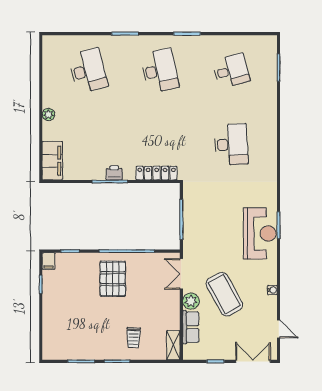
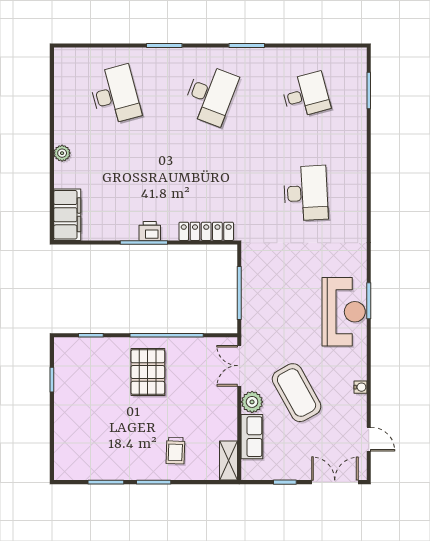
desk: (160, 71) -> (210, 95), turned 33
filing cabinet: (49, 261) -> (62, 348), removed

